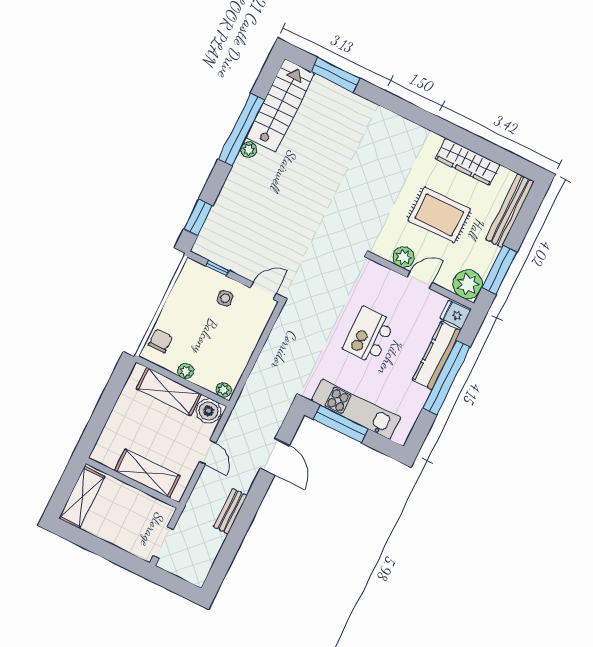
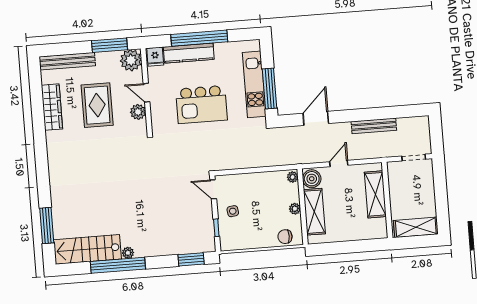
kitchen island: (369, 335) -> (201, 105), width x1.37, depth x1.28
bench: (230, 511) -> (374, 126), width x1.36

